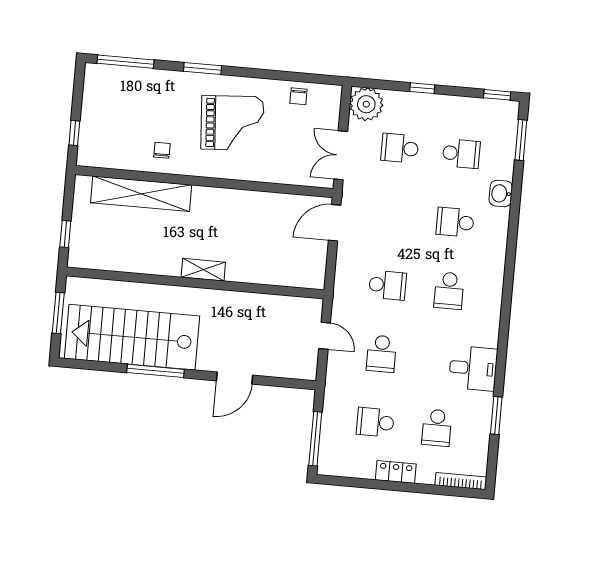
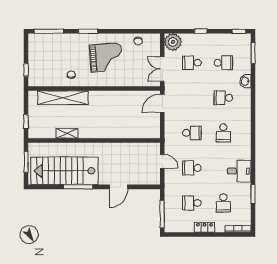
shelving: (203, 270) -> (67, 133), moved
school desk: (381, 354) -> (192, 168), turned 90

